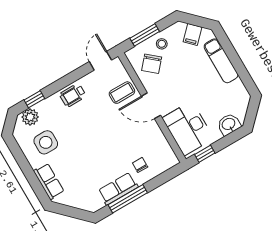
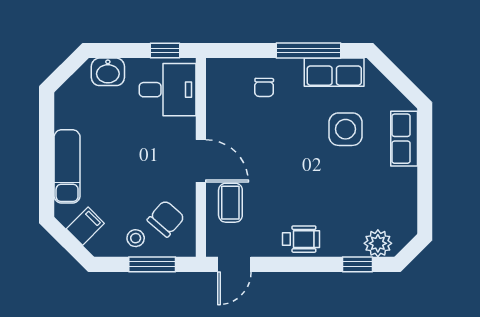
coffee table: (122, 93) -> (230, 203), turned 90
desk: (188, 128) -> (168, 90), width x0.73
side table: (46, 142) -> (346, 129), moved
row of seats: (118, 189) -> (334, 72), moved

